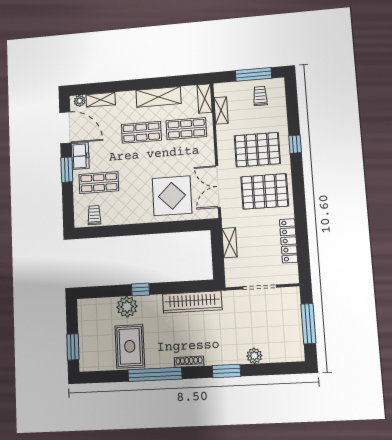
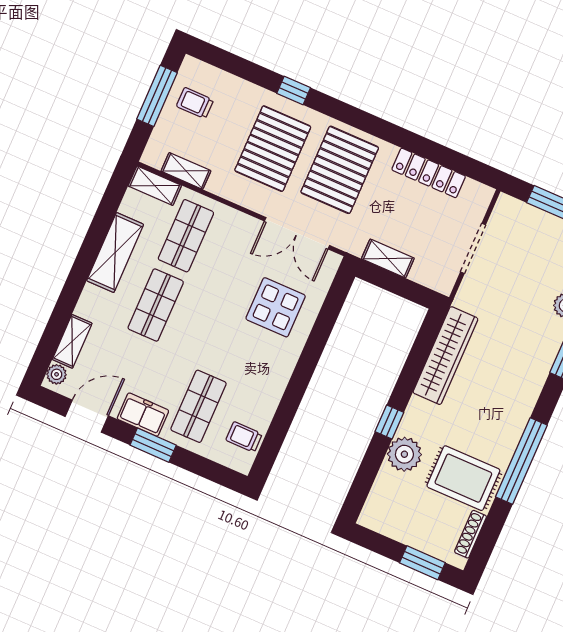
door: (65, 128) -> (87, 416), width x0.73
display table: (172, 196) -> (276, 307), width x0.73, depth x0.73
shoe rack: (189, 362) -> (471, 534), moved

